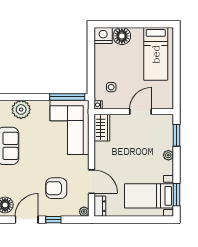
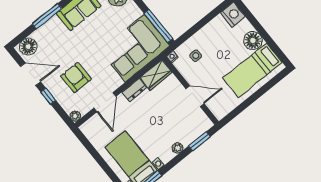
floor lamp: (122, 36) -> (253, 41), moved
dresser: (100, 206) -> (134, 90), moved

